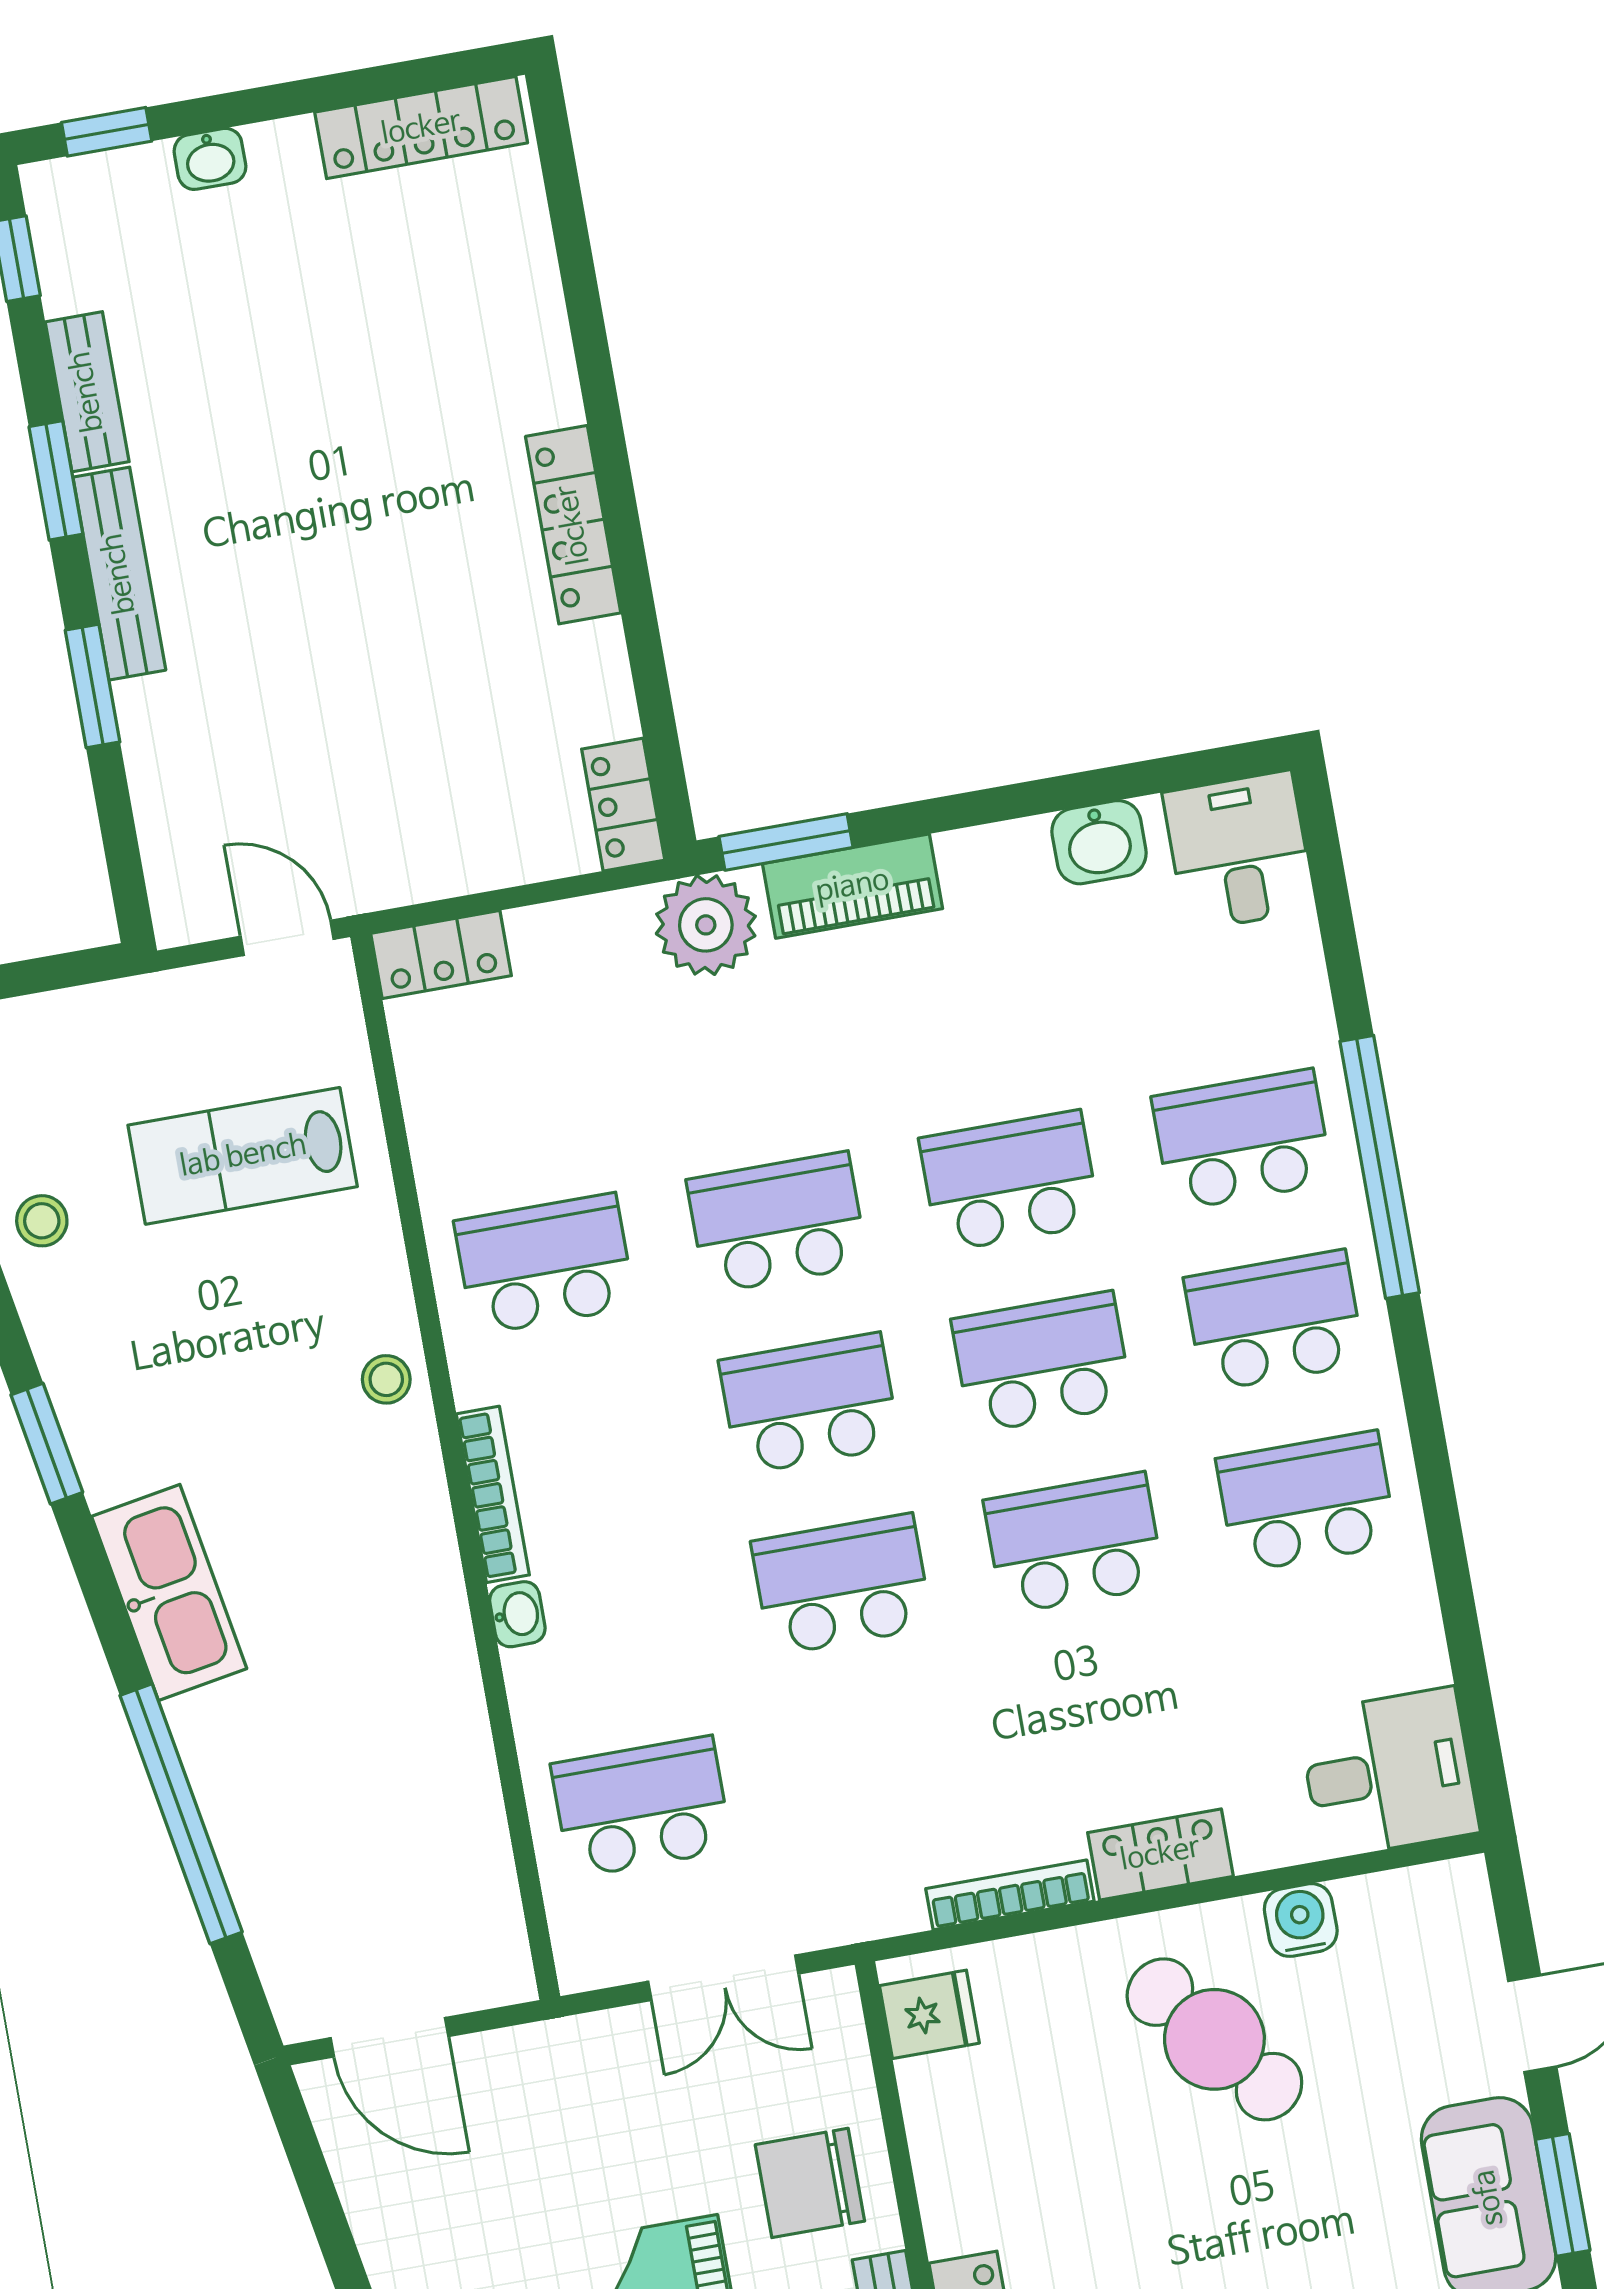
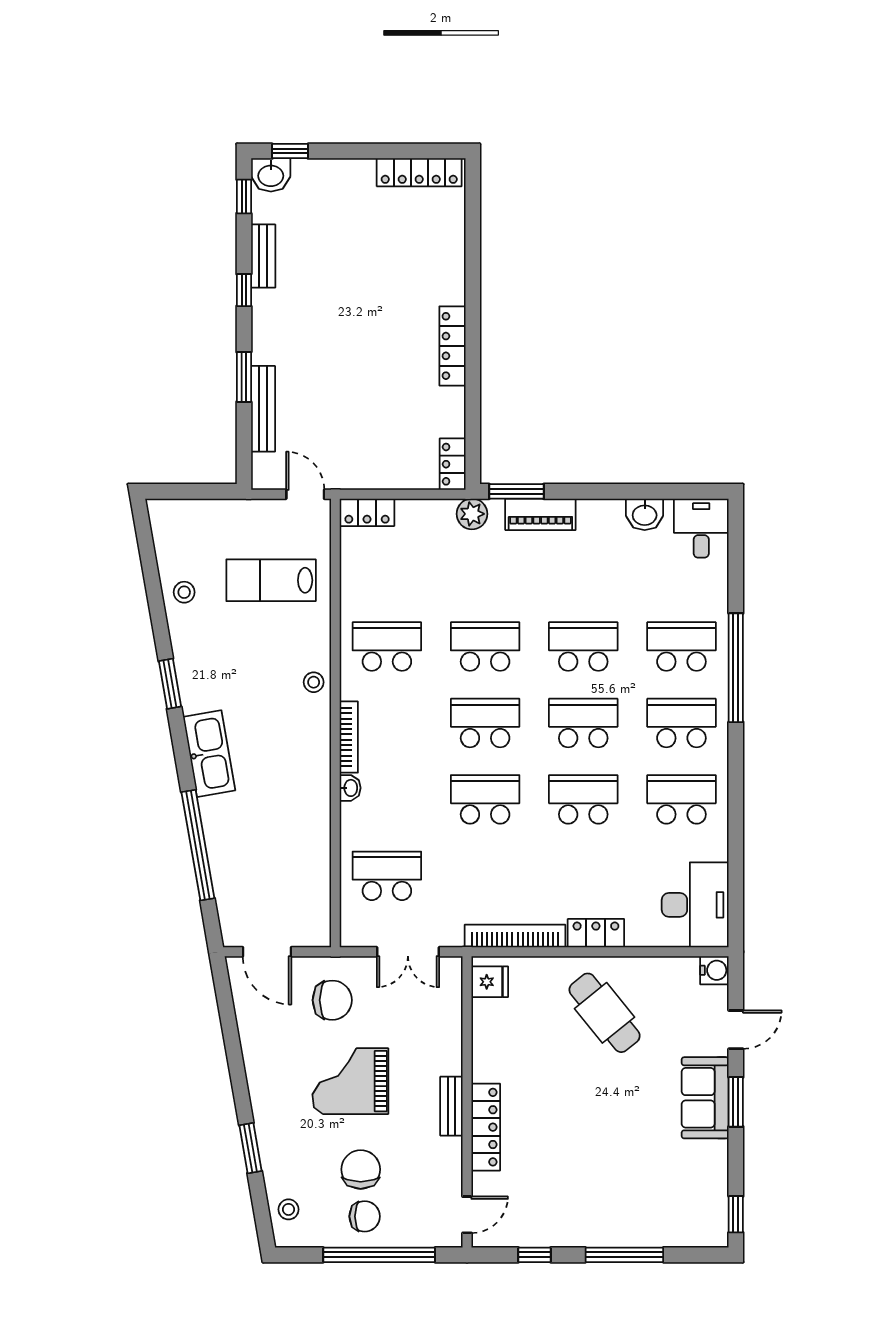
washbasin: (210, 159) -> (271, 175), moved, width x1.38, depth x1.45
window: (56, 480) -> (244, 290), width x0.67
bench: (119, 574) -> (263, 409), moved
plant: (706, 925) -> (472, 514), width x0.73, depth x0.73
desk: (1388, 1773) -> (695, 905), width x1.37
bookcase: (1010, 1895) -> (515, 936), width x1.48, depth x1.31
water cooler: (1301, 1920) -> (714, 970), moved, turned 90
chair: (810, 2183) -> (332, 1000), moved, turned 180

